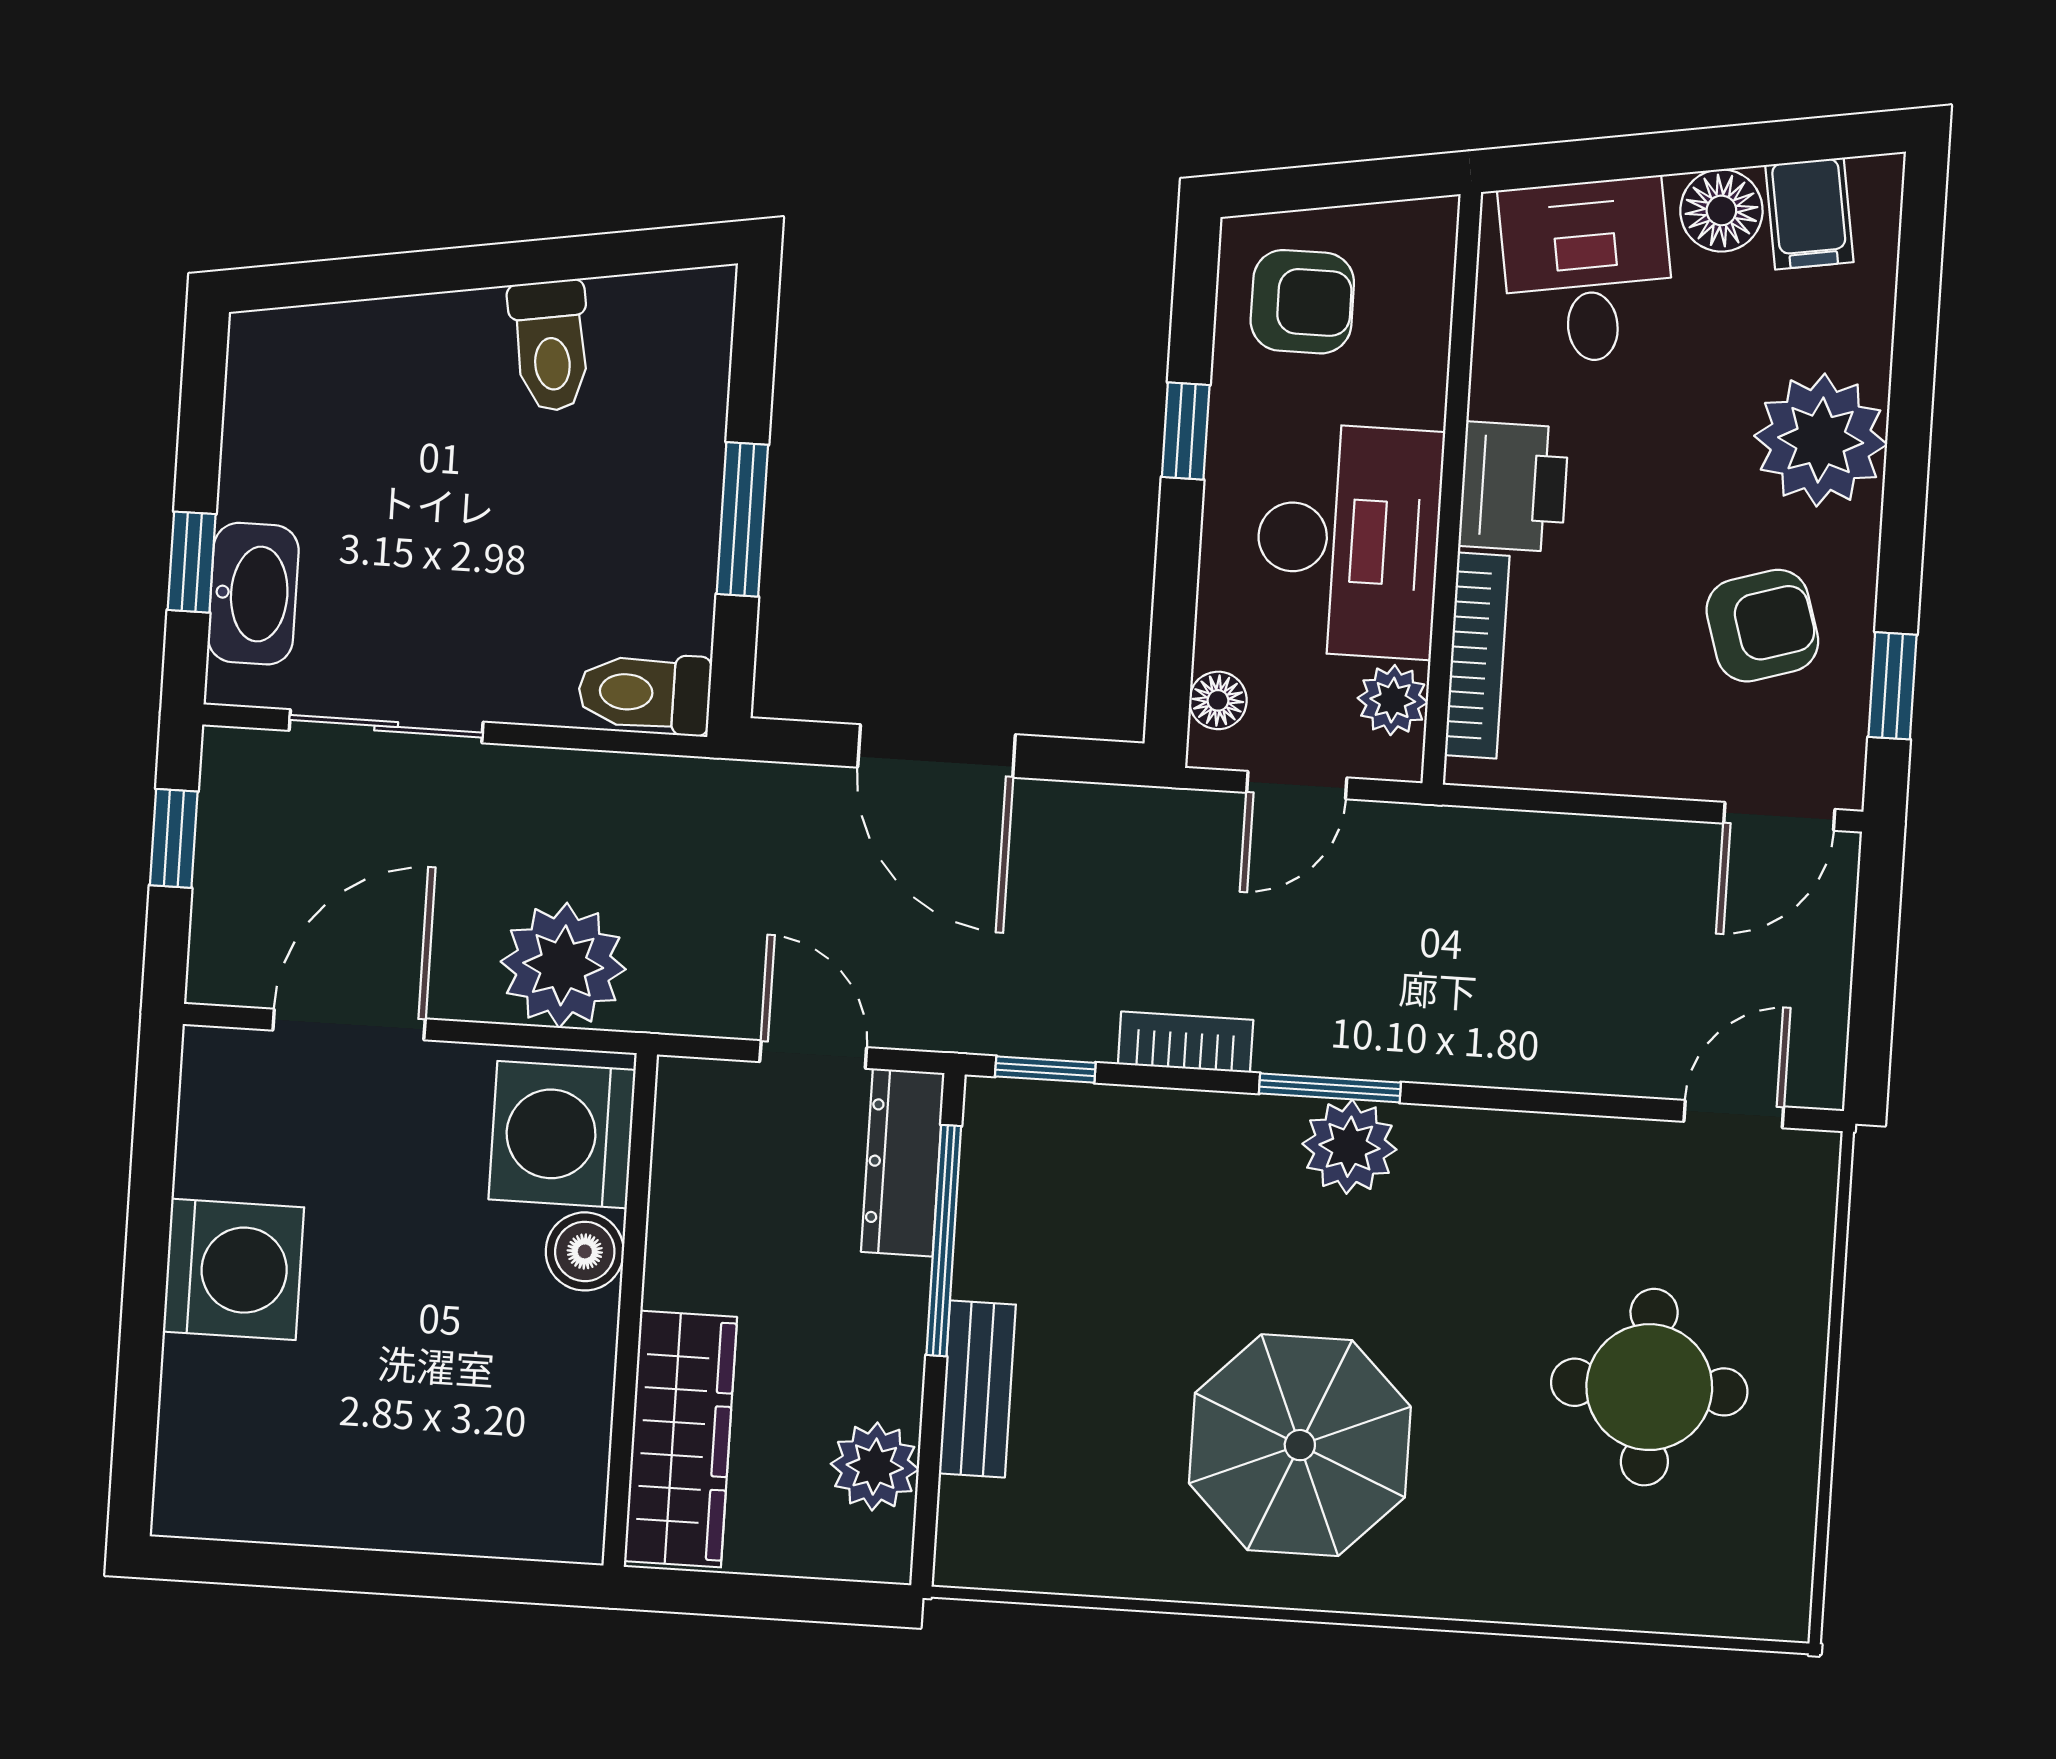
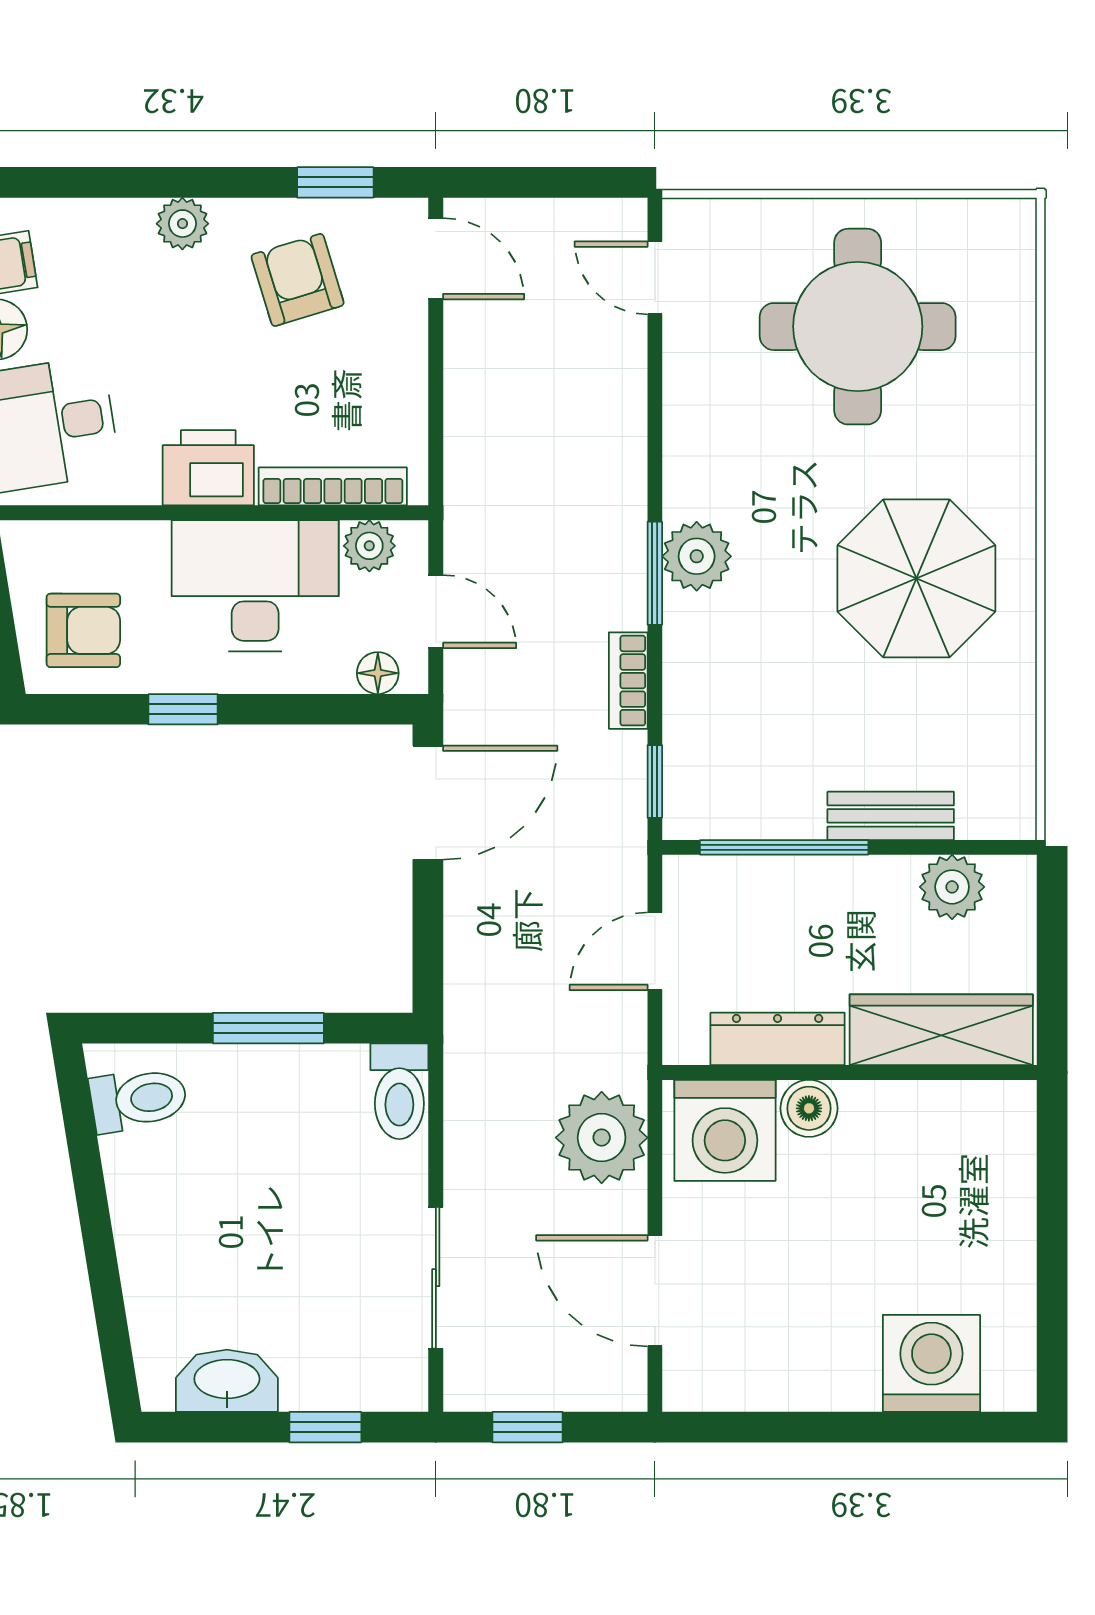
armchair: (1302, 302) -> (83, 630), turned 90
toilet: (551, 346) -> (139, 1099), moved
plant: (1821, 440) -> (182, 224), width x0.53, depth x0.53
washbasin: (253, 594) -> (227, 1381), moved
door: (937, 751) -> (428, 803), moved
dresser: (903, 1162) -> (778, 1039), moved, turned 180
washing machine: (234, 1269) -> (931, 1363), moved
round table: (1649, 1387) -> (858, 327), width x1.36, depth x1.36

